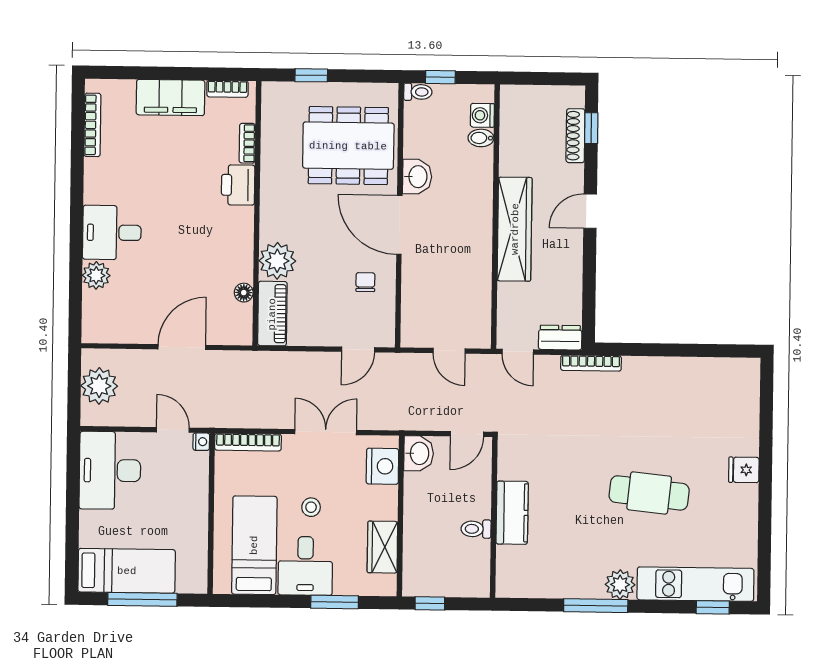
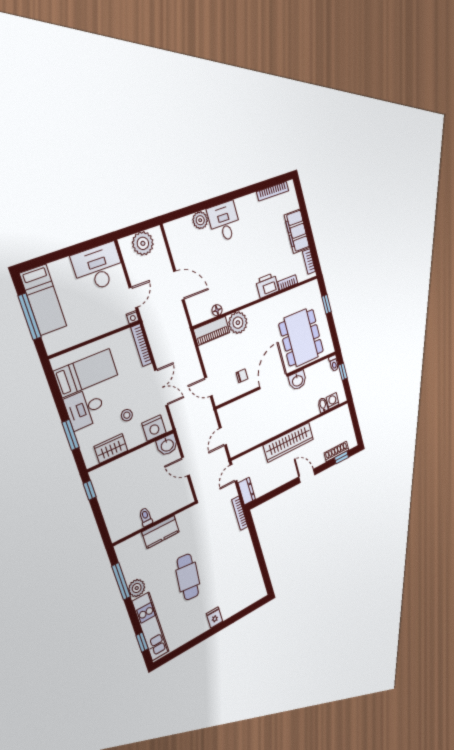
stool: (311, 507) -> (127, 415), moved
kitchen counter: (512, 513) -> (161, 532), moved
wall: (494, 517) -> (155, 523), moved
toilet: (476, 529) -> (146, 517), moved

